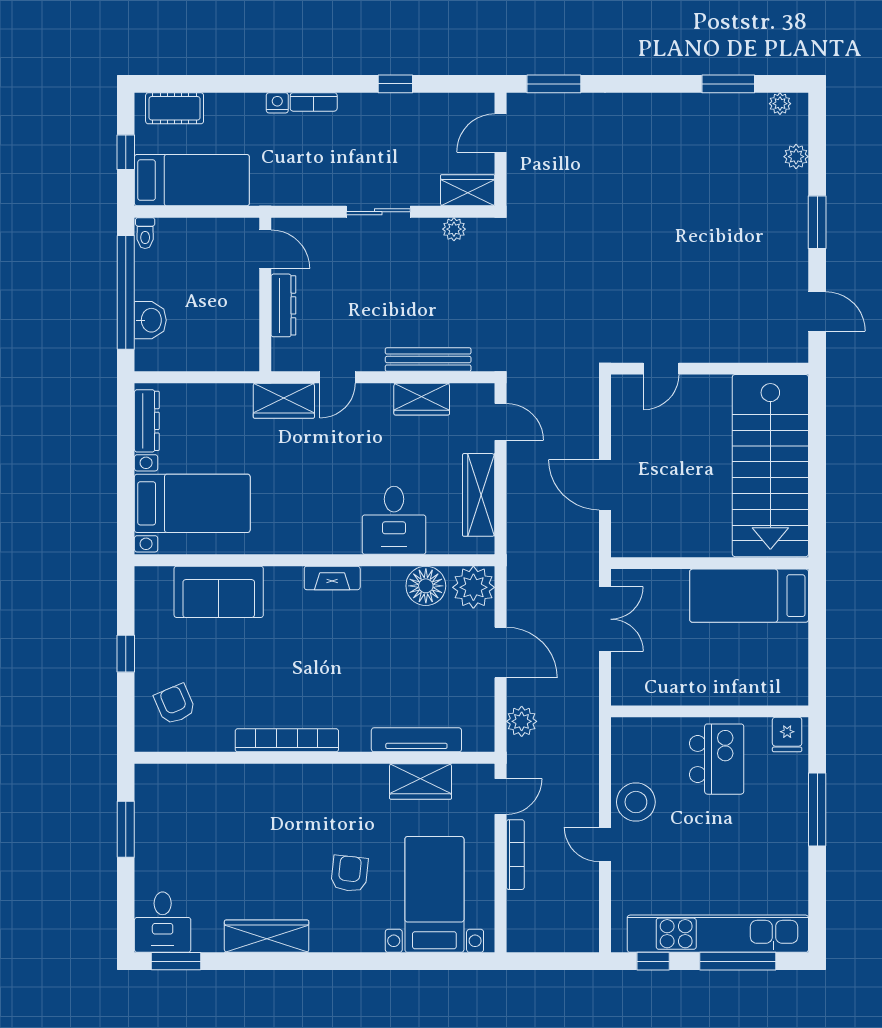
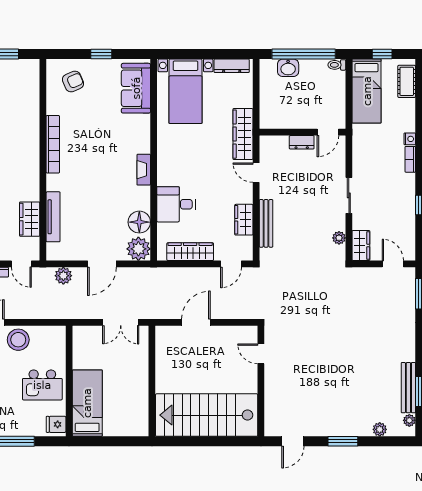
bench: (721, 105) -> (408, 388), added
dresser: (283, 305) -> (302, 142), width x0.70
wardrobe: (284, 401) -> (243, 134), width x1.50
sofa: (219, 592) -> (136, 88), moved
bed: (749, 596) -> (87, 403), moved

